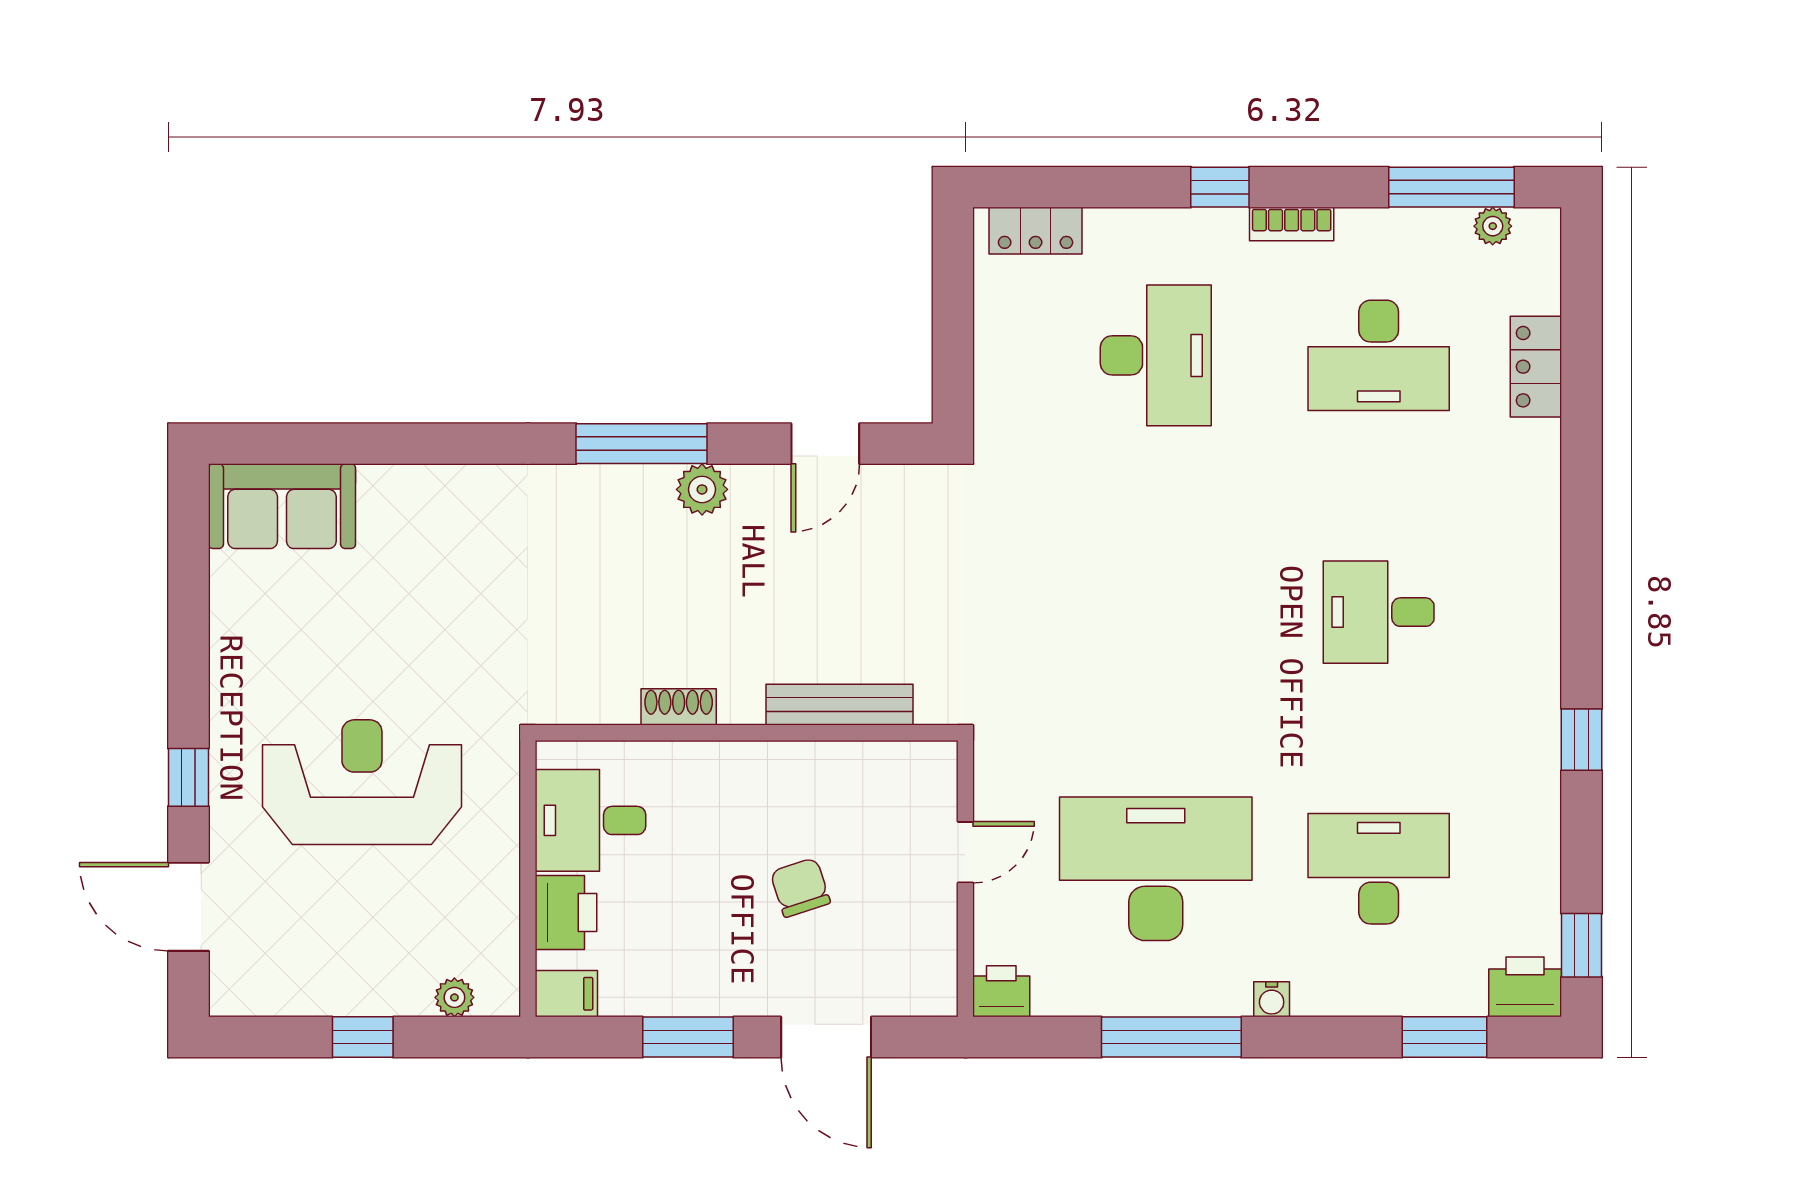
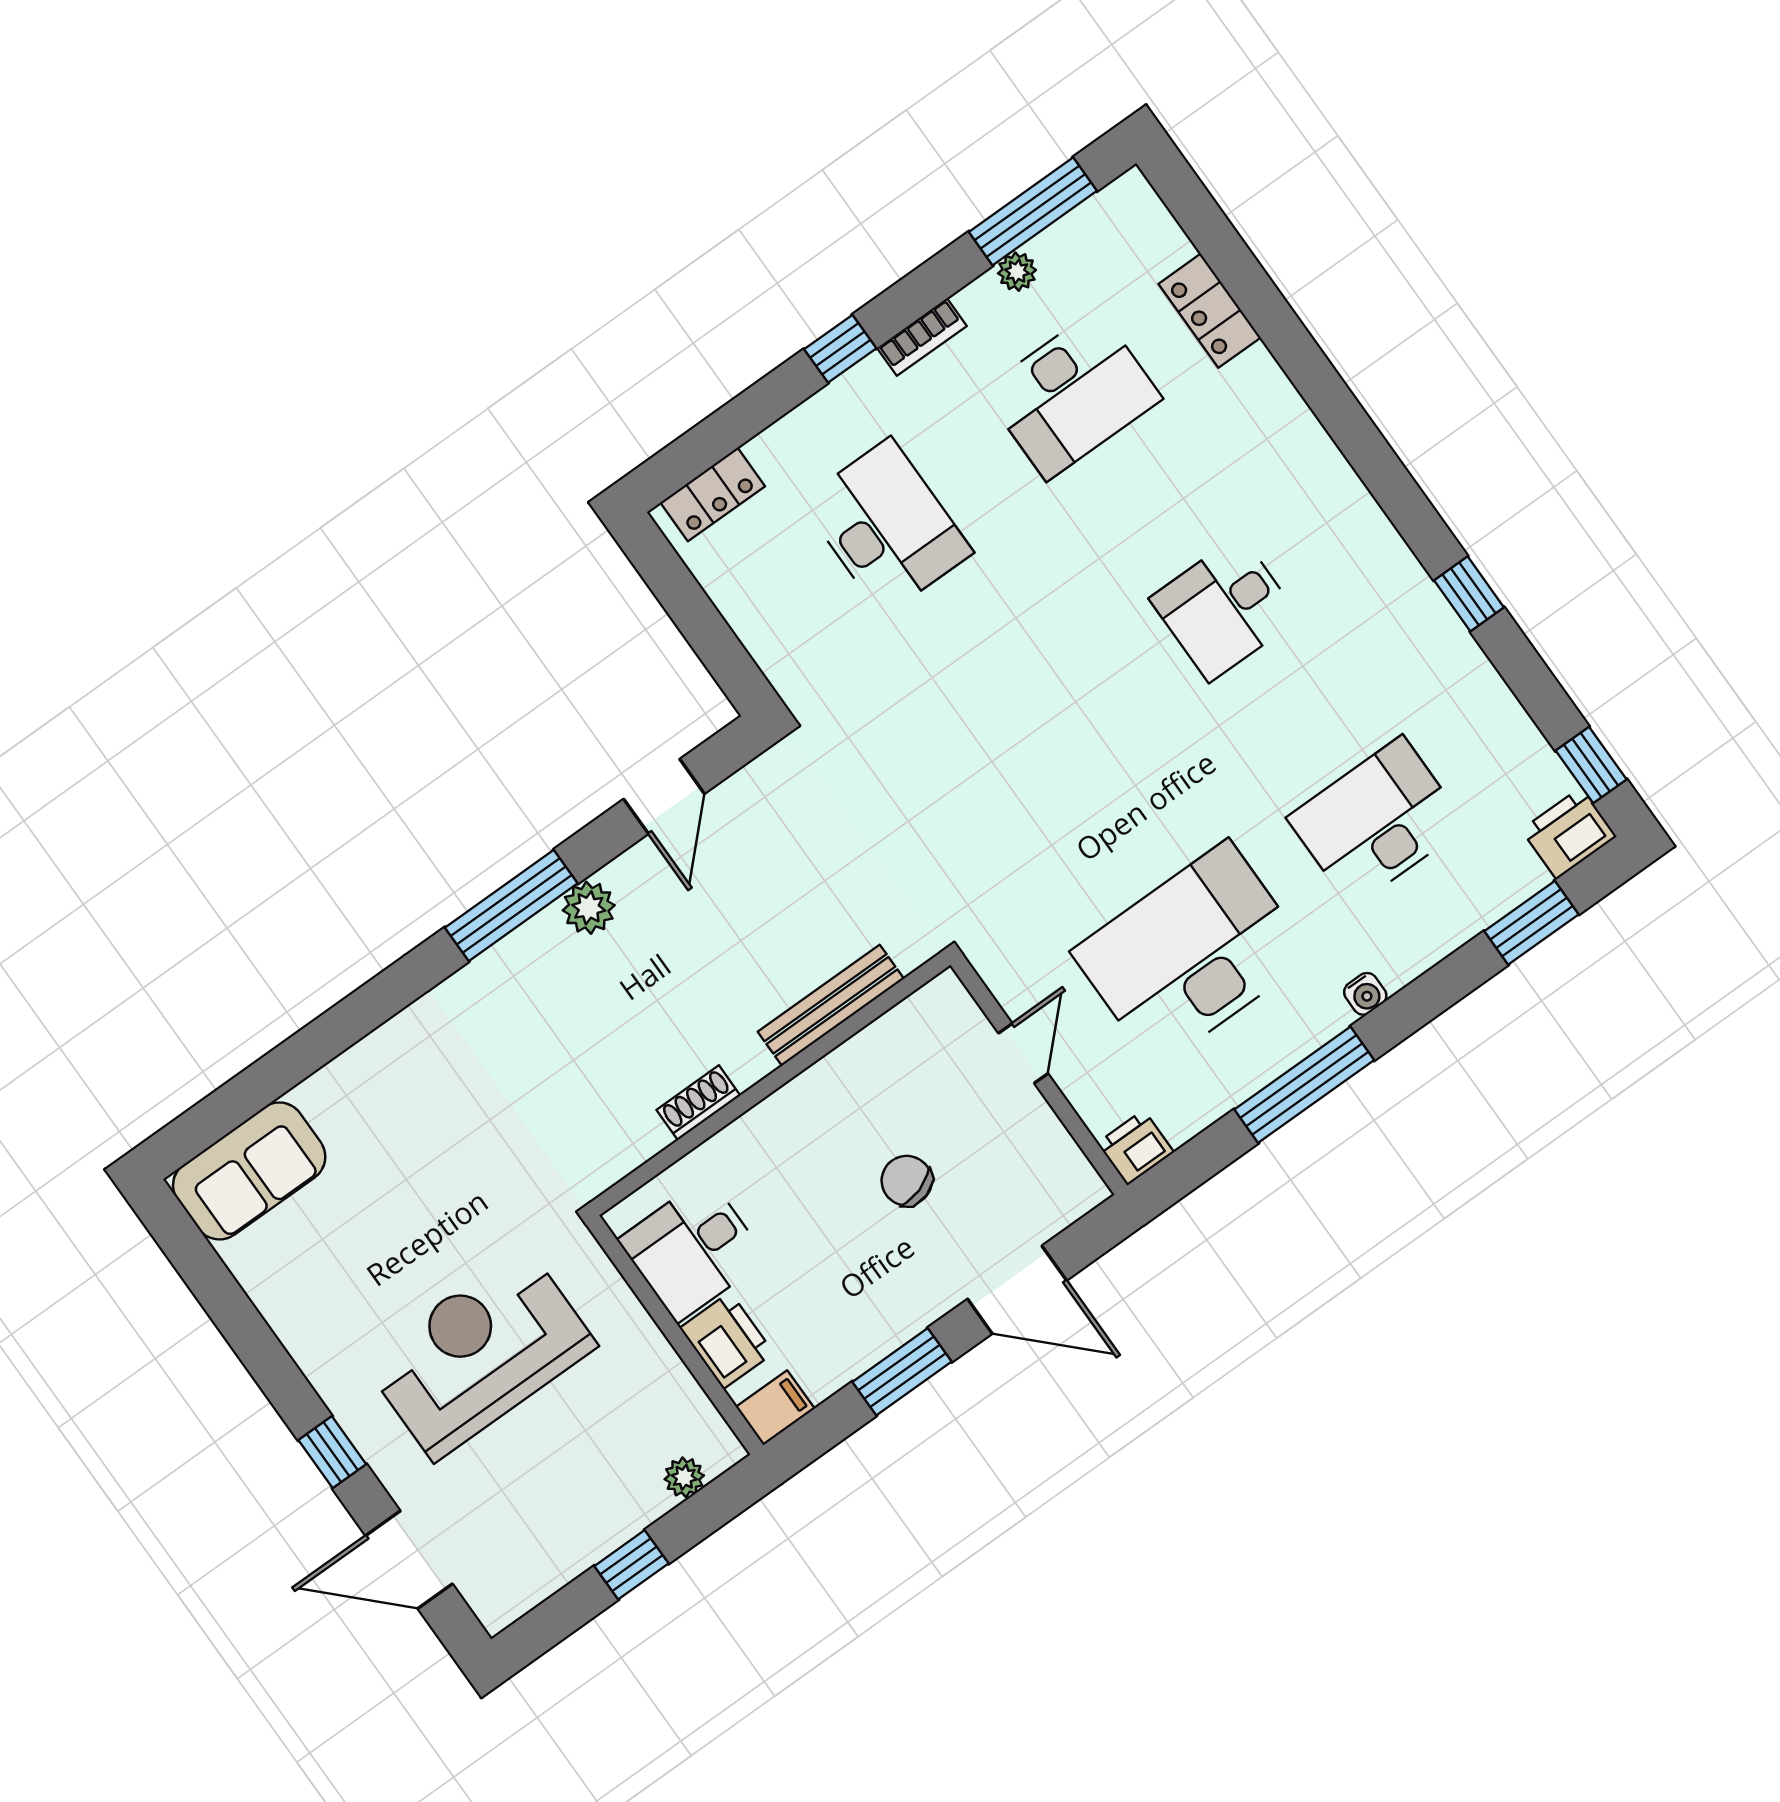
plant: (1493, 226) -> (1017, 272), moved

